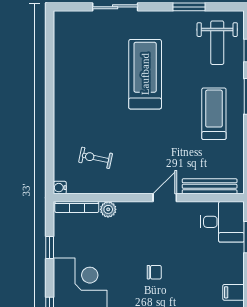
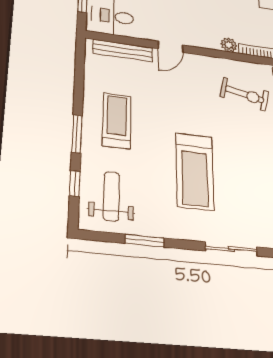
treadmill: (214, 114) -> (117, 121), turned 180
exercise bike: (96, 158) -> (244, 94), width x1.38, depth x1.39

